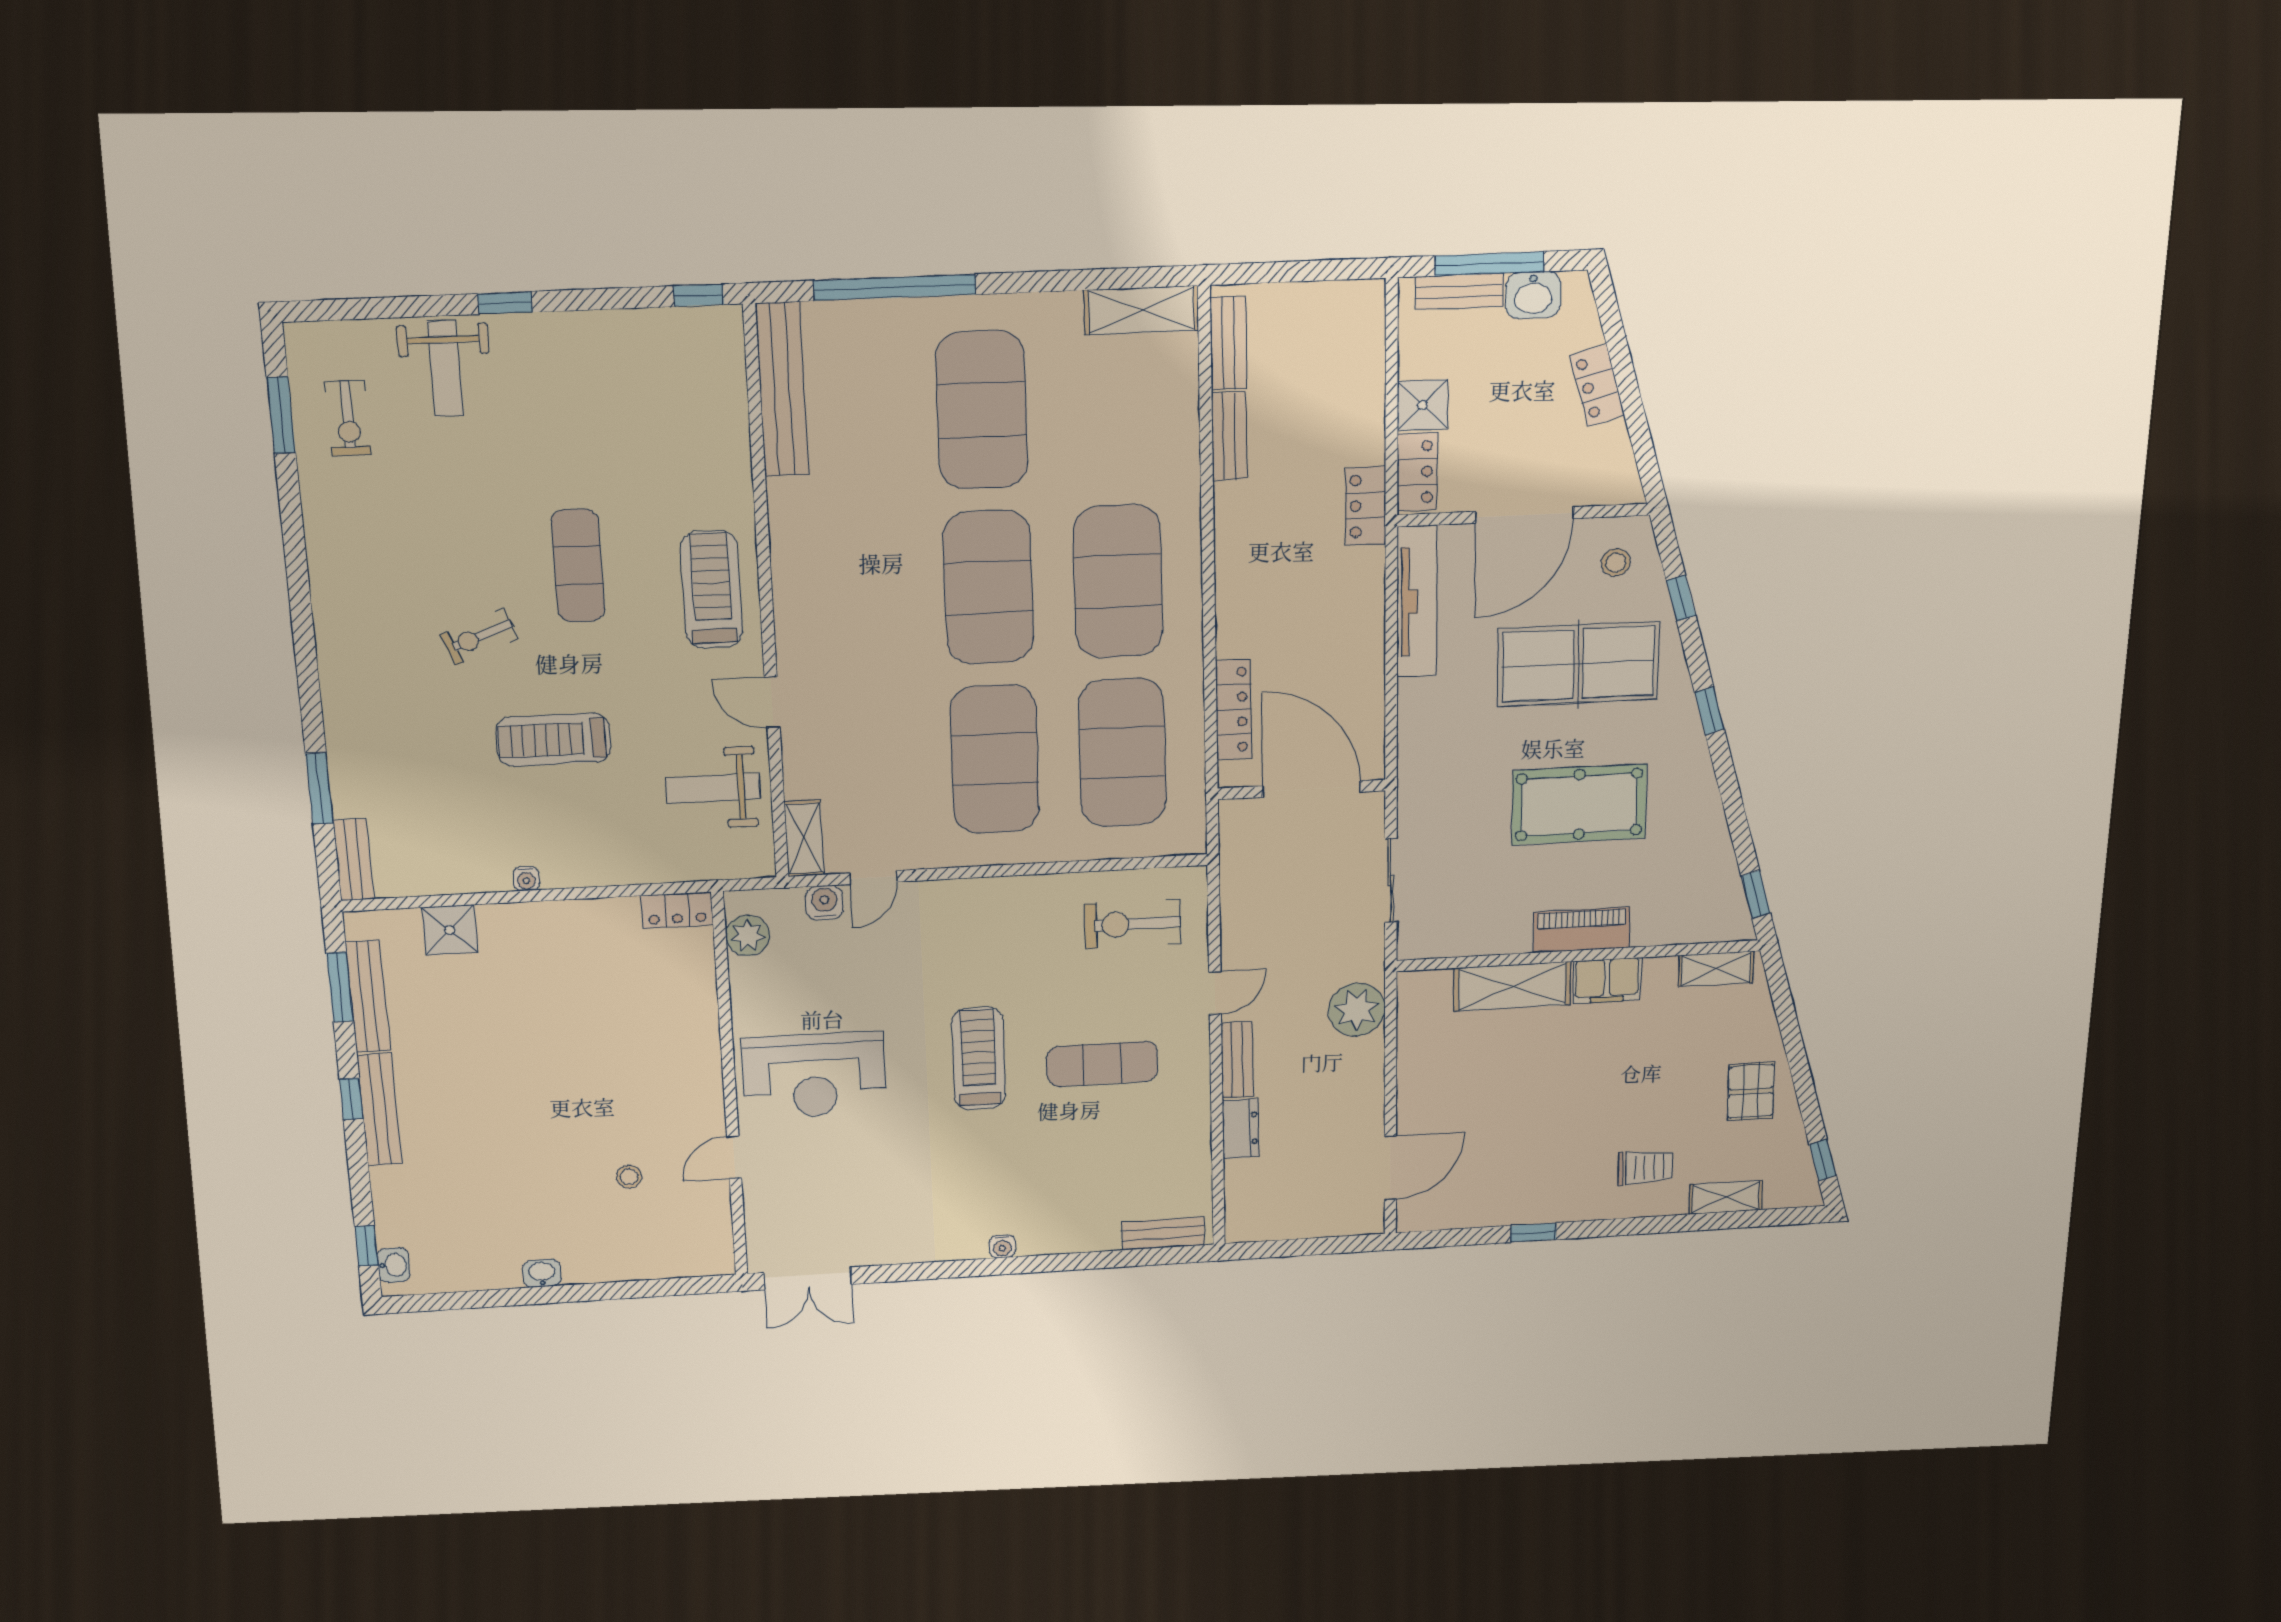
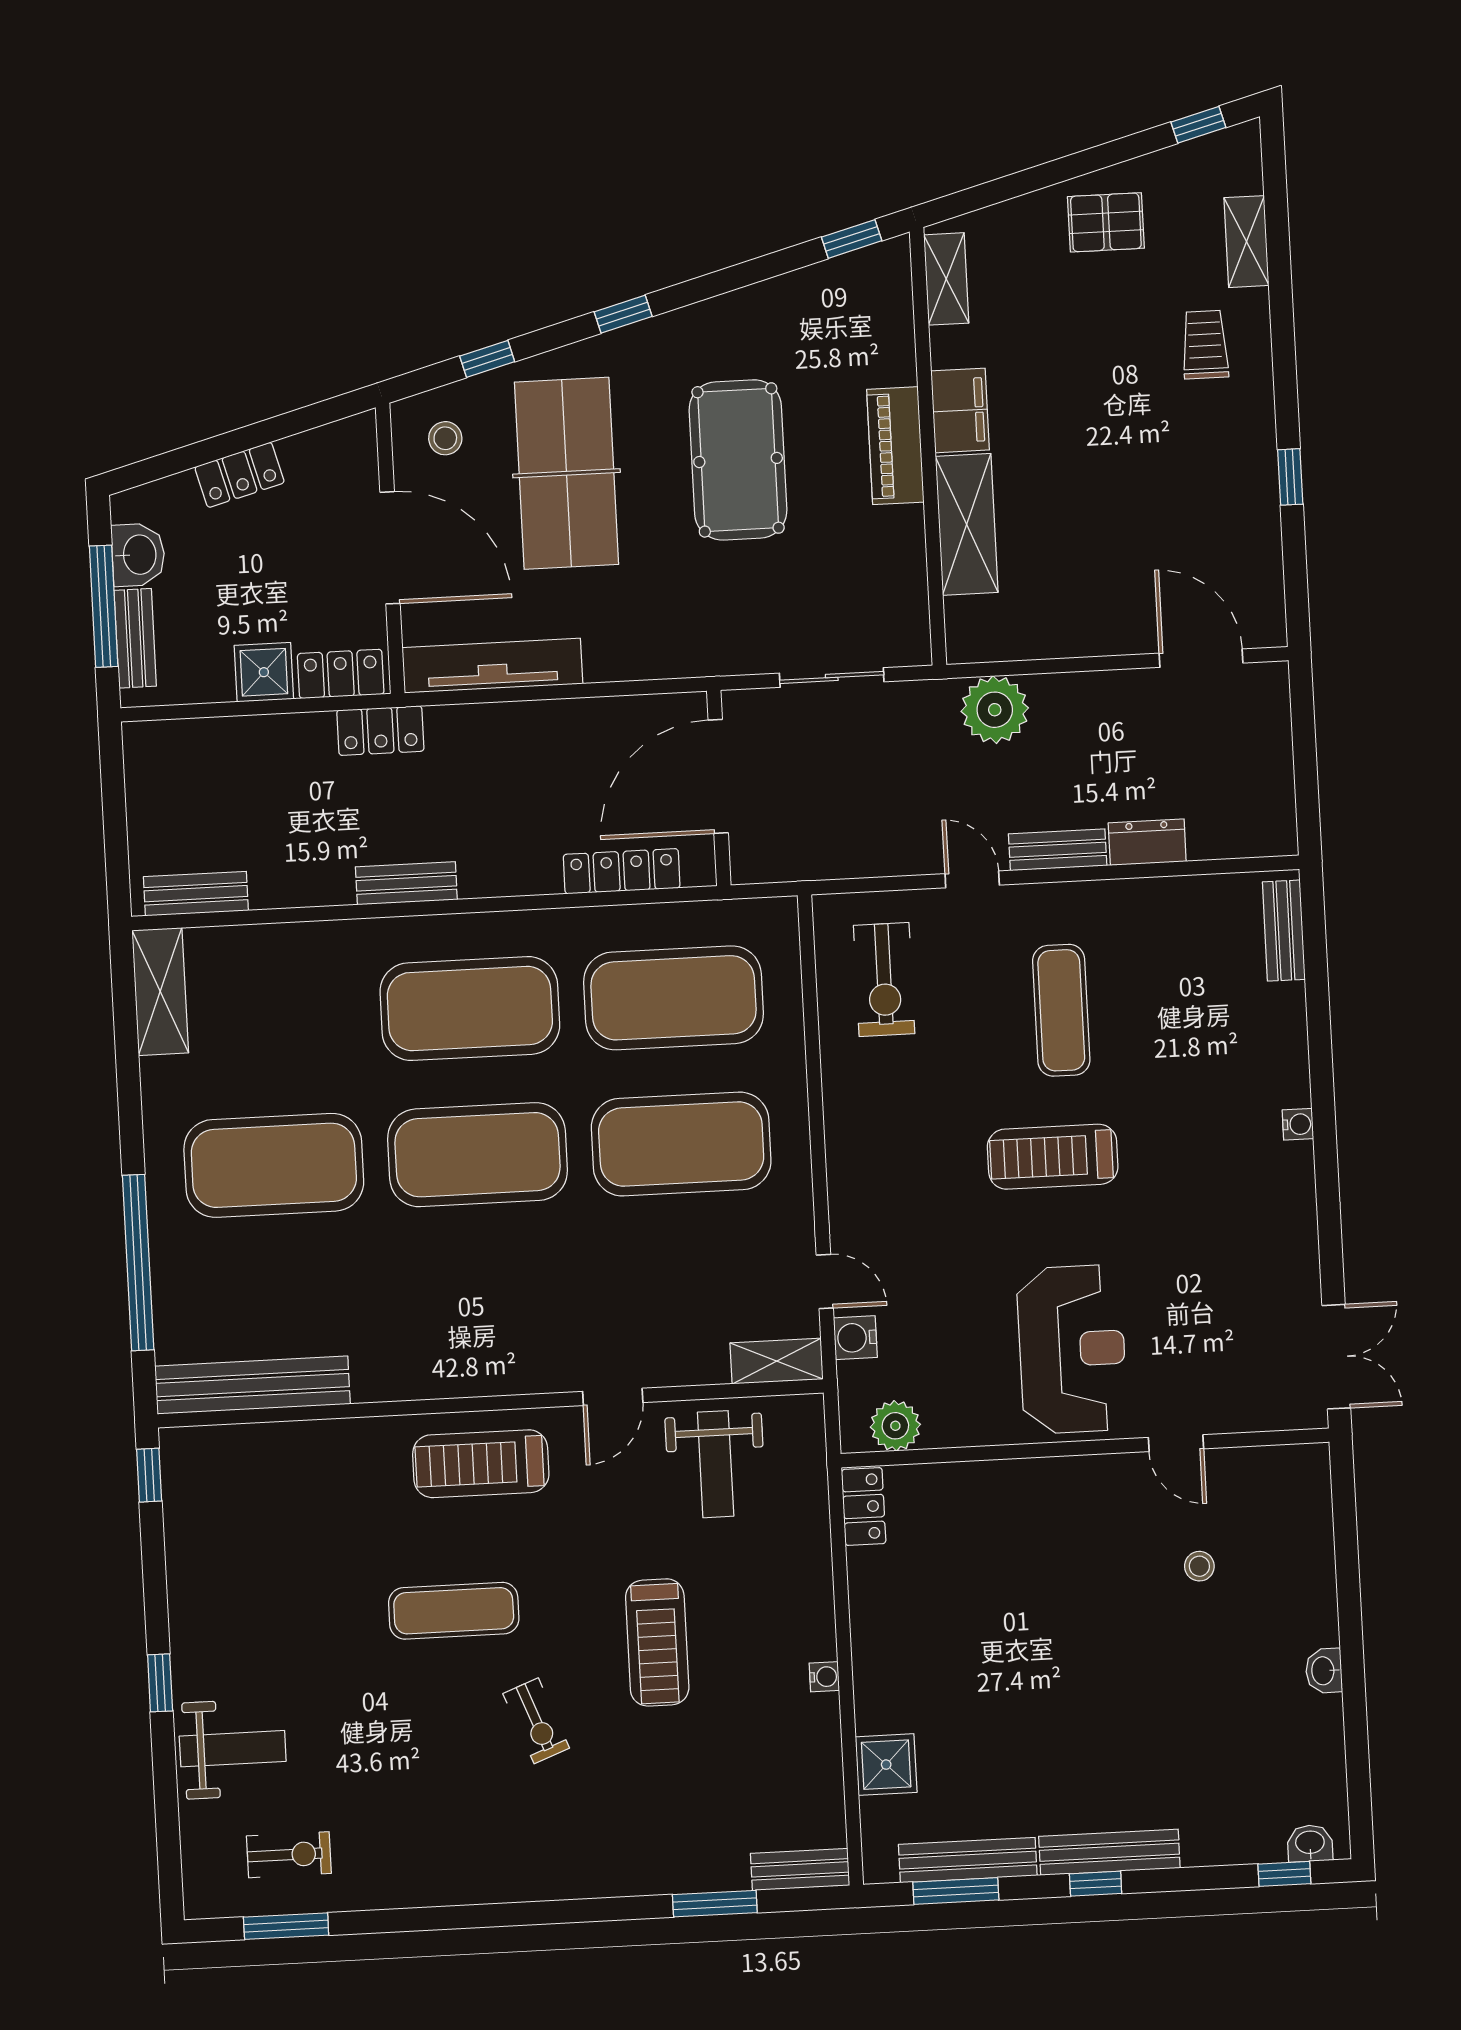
bench: (1229, 436) -> (406, 883), moved

